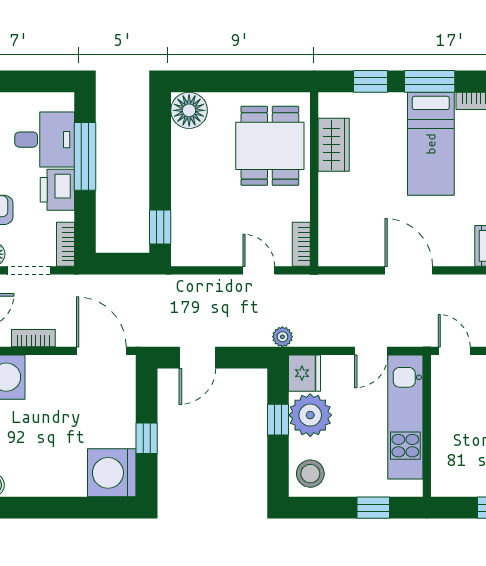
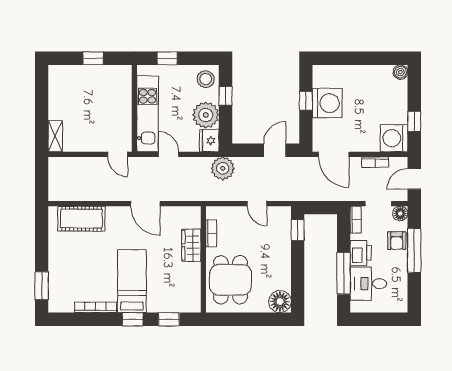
window: (430, 81) -> (133, 319), width x0.67
wardrobe: (334, 145) -> (191, 245), moved
bookcase: (301, 244) -> (211, 233), moved
door: (259, 270) -> (257, 204), moved
plant: (282, 337) -> (223, 168), width x1.88, depth x1.88
door: (371, 351) -> (168, 154), hinge flipped
window: (278, 420) -> (225, 96), moved
washing machine: (112, 473) -> (327, 103), moved

